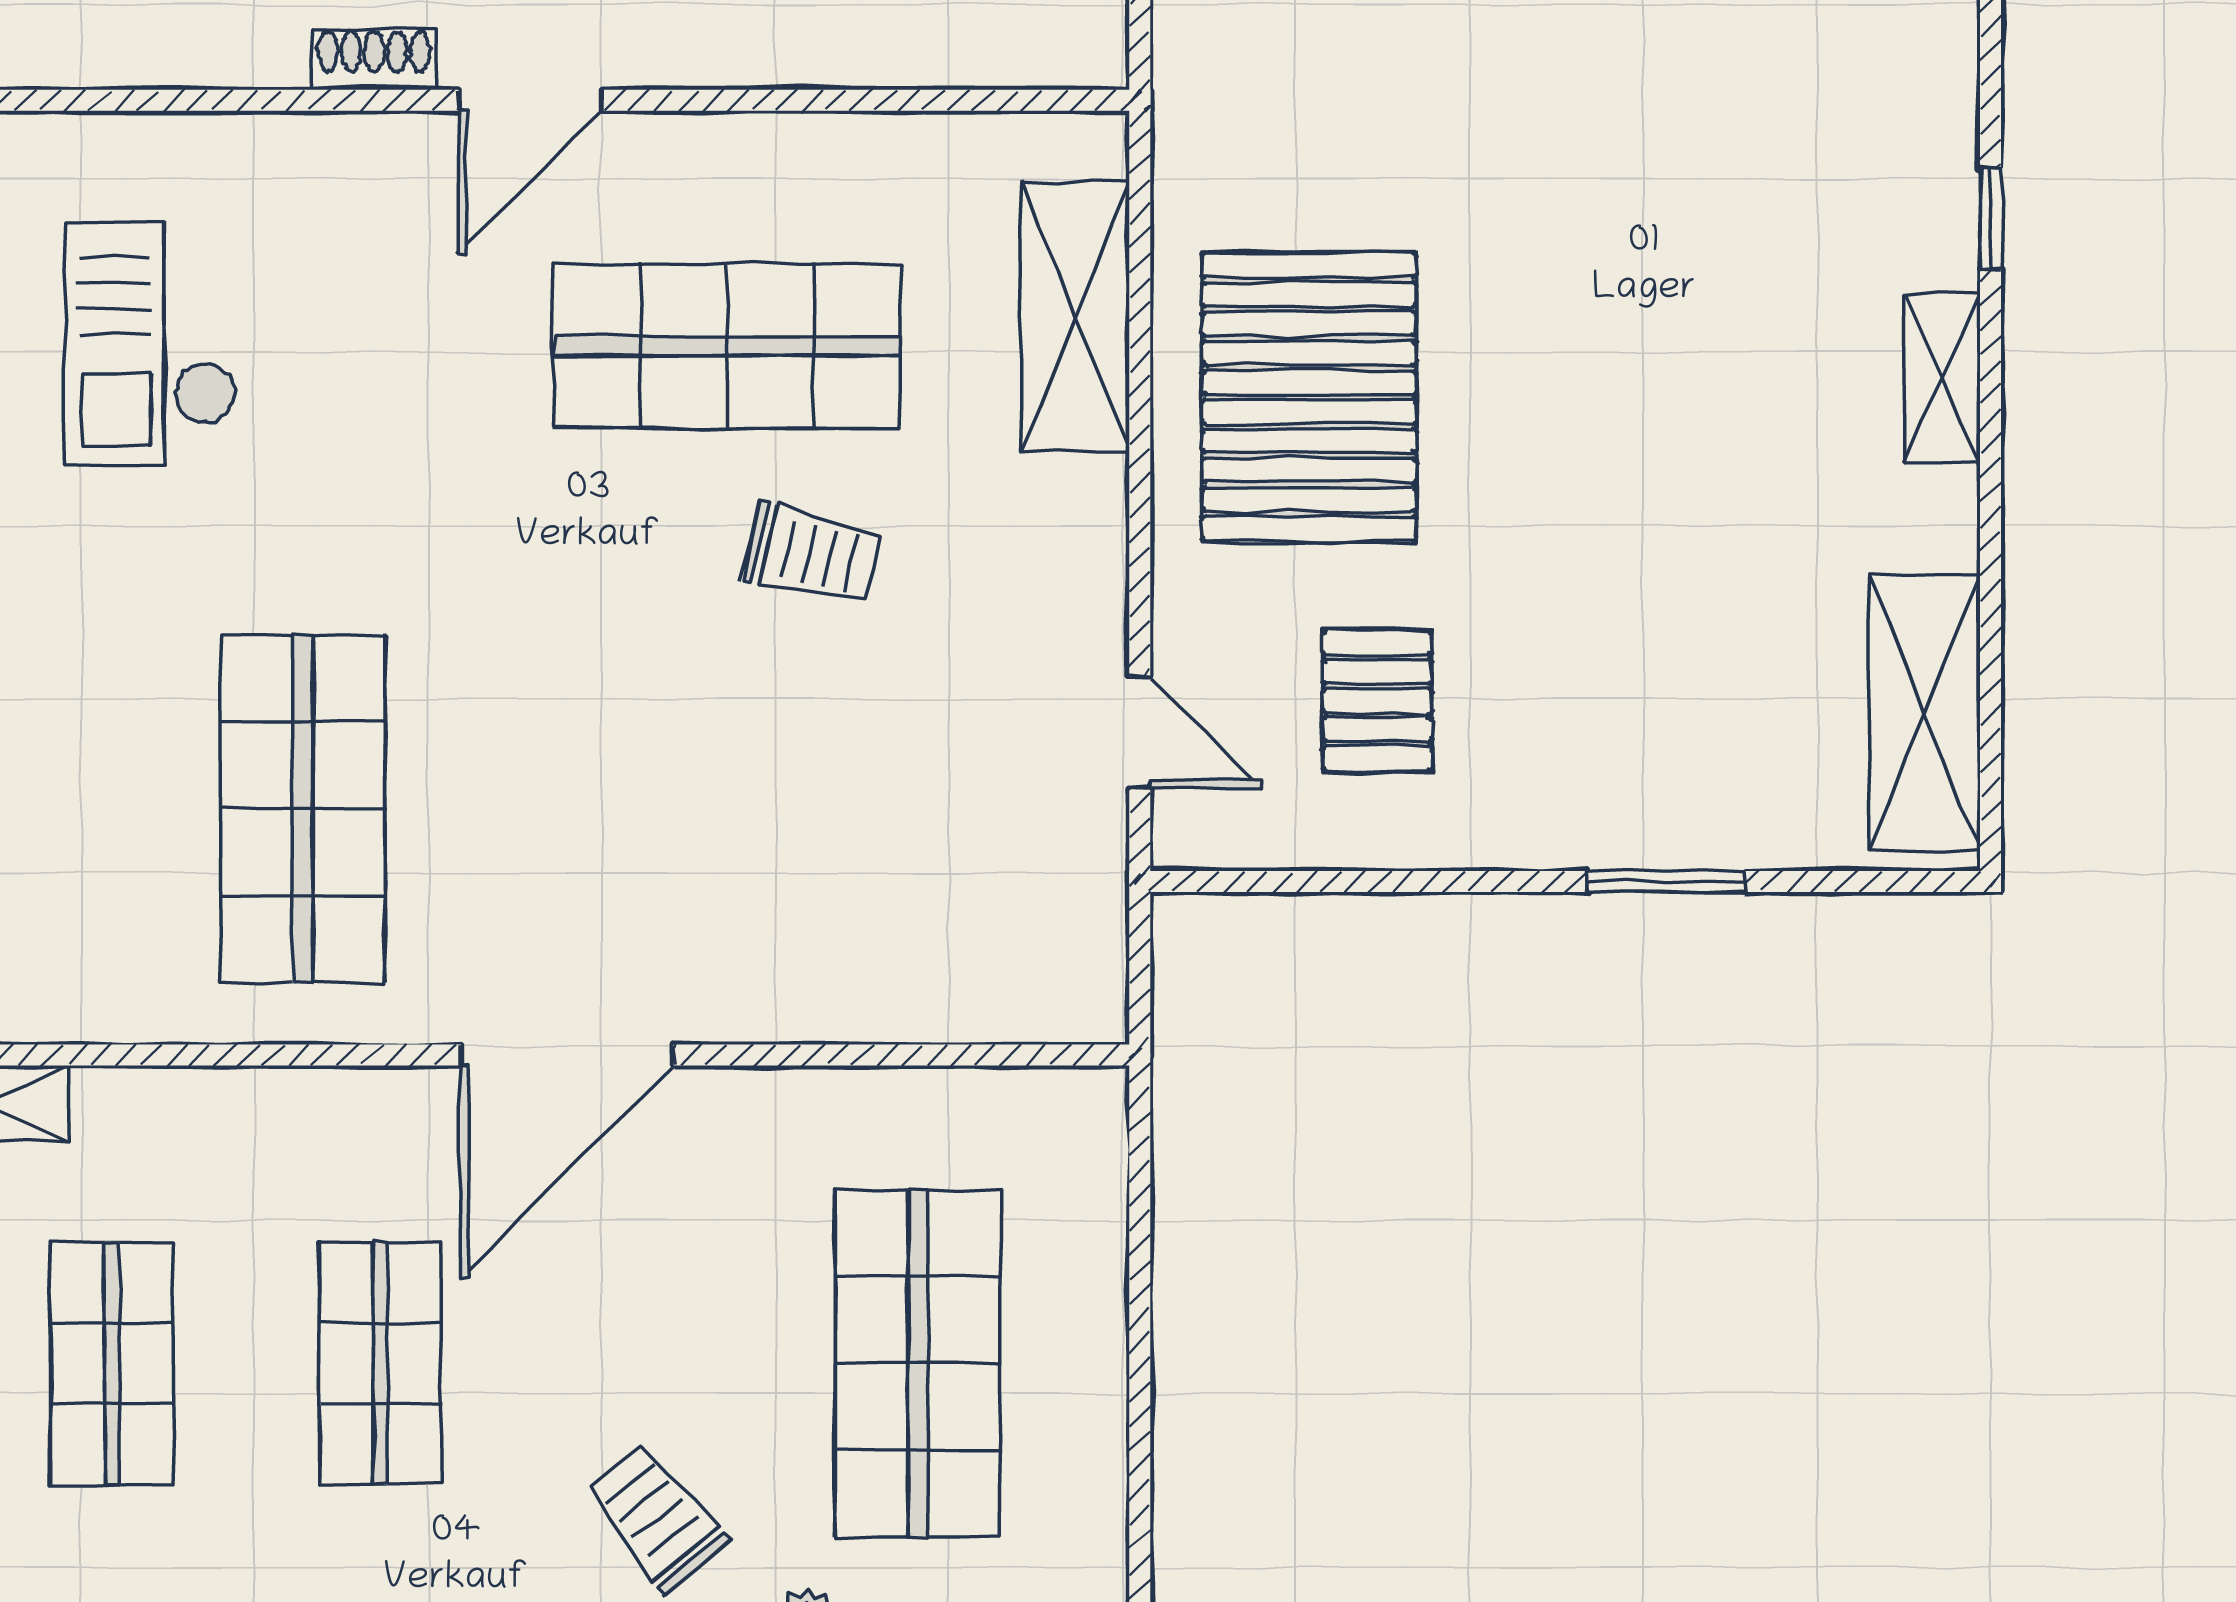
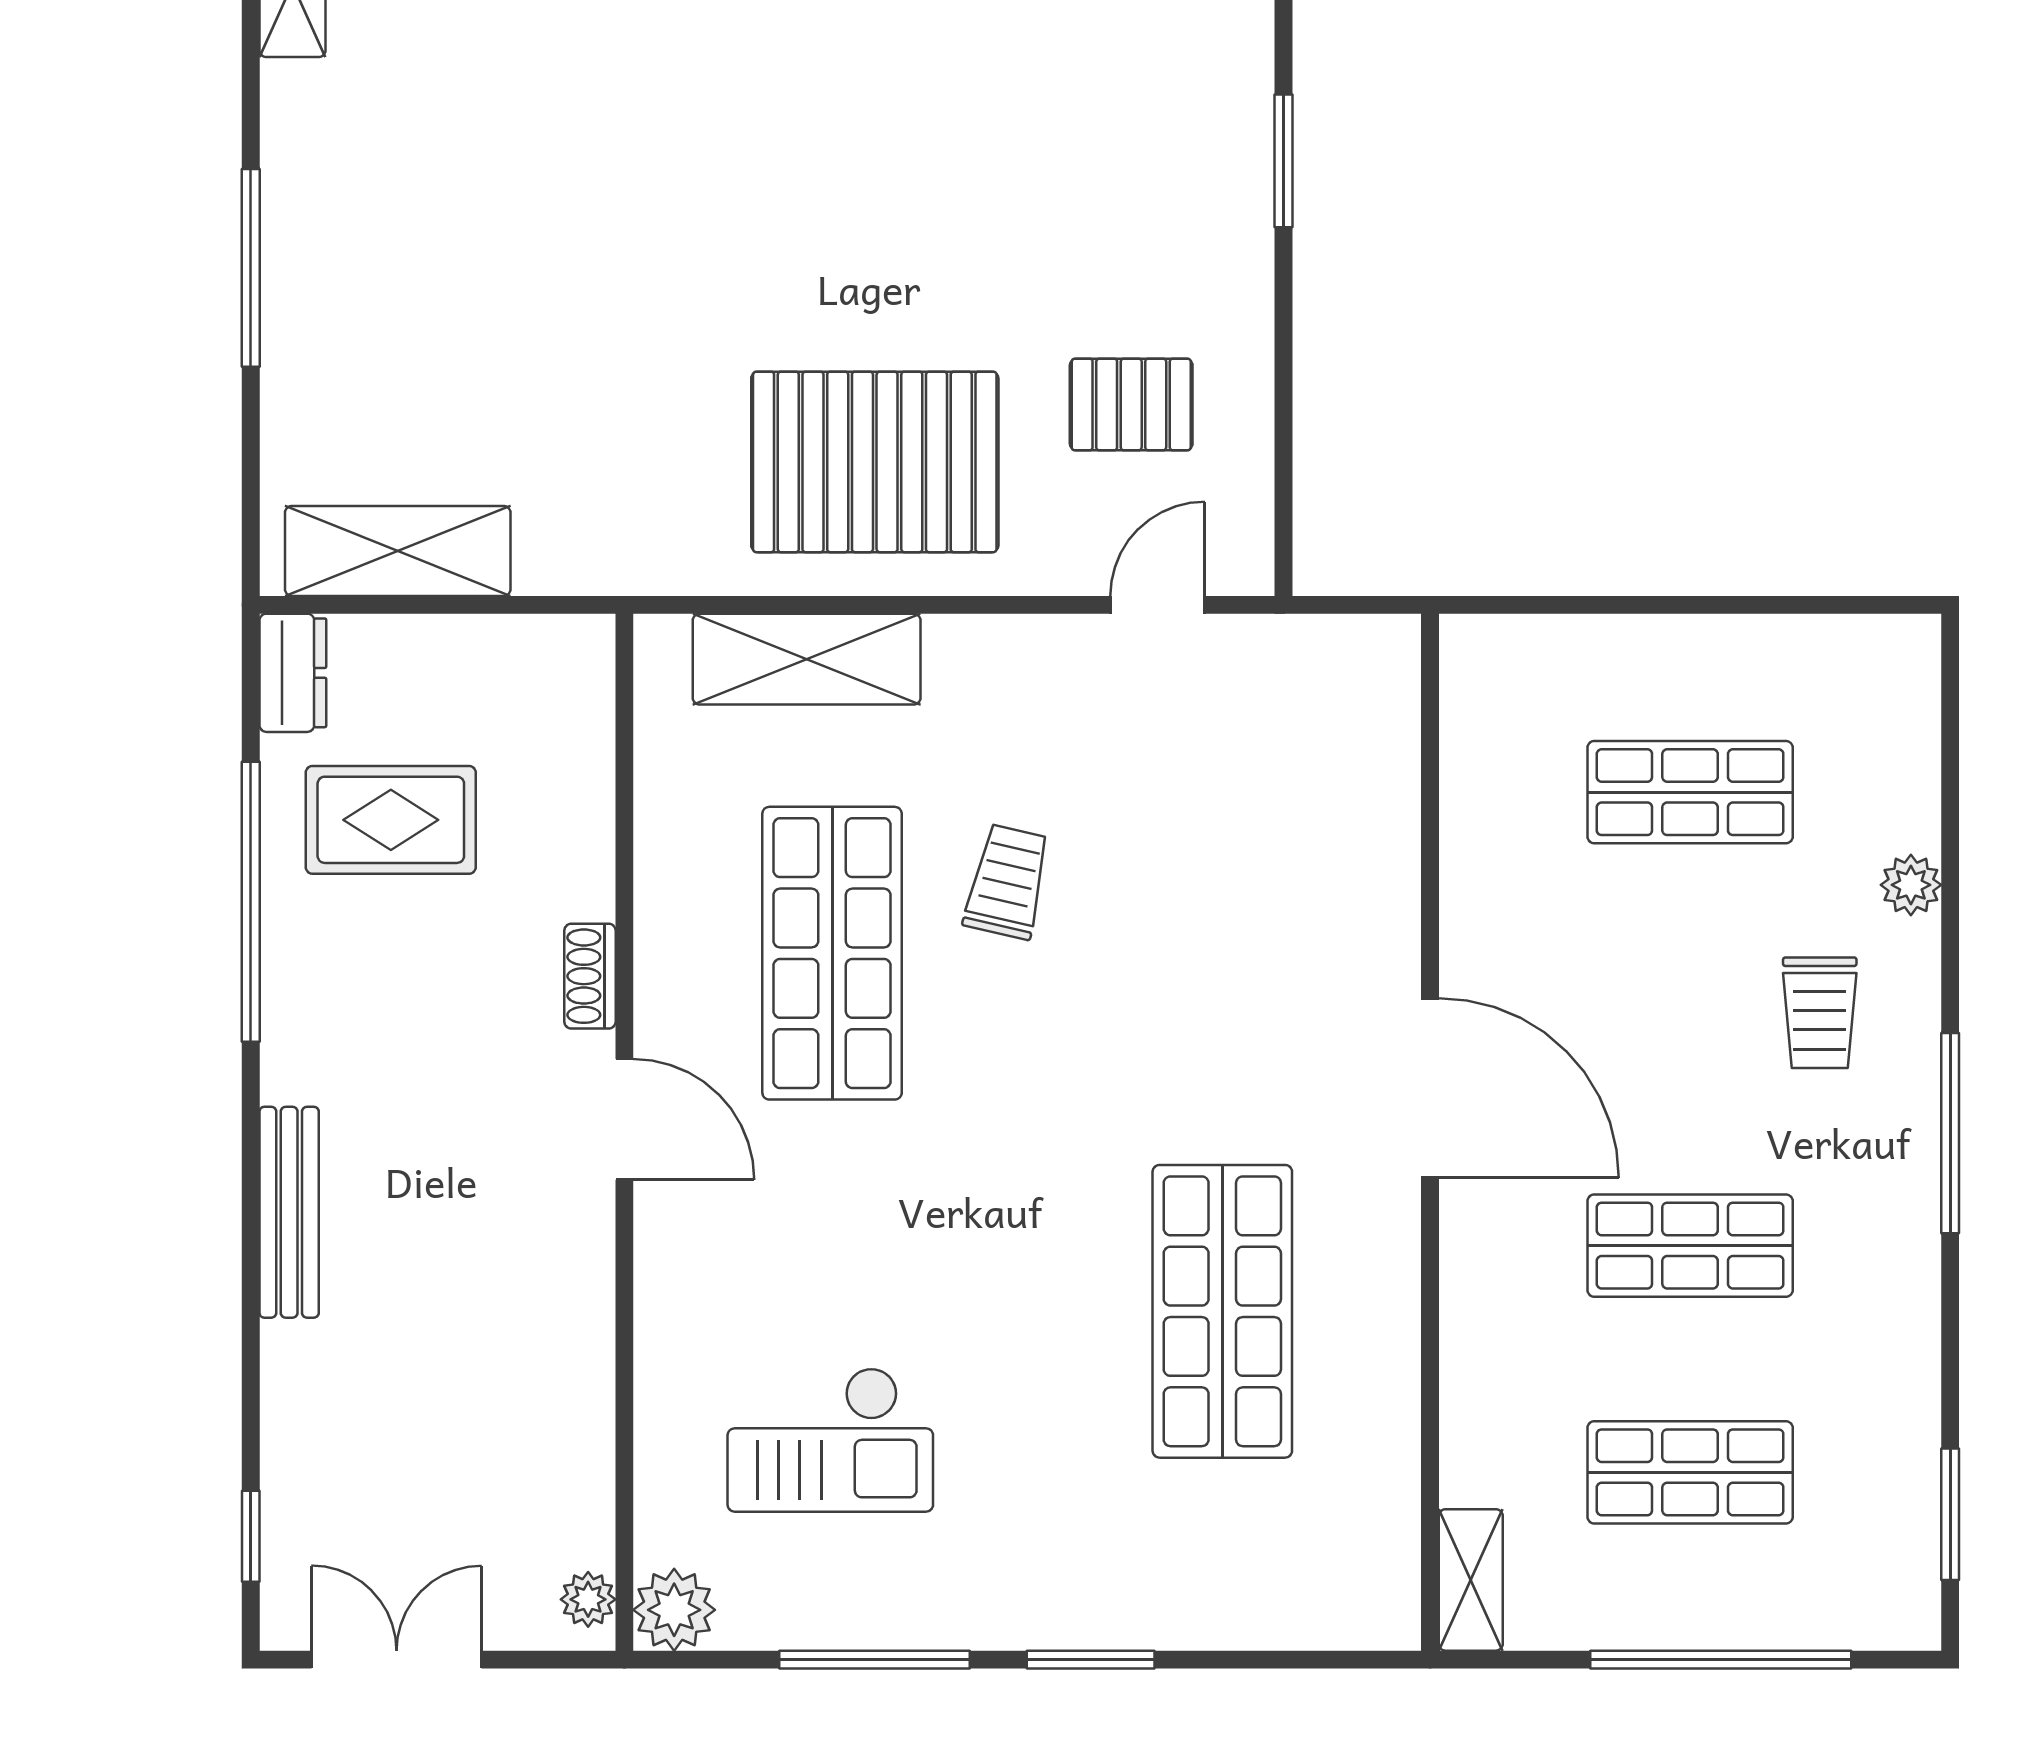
shoe rack: (374, 59) -> (590, 976), moved
shop shelf: (303, 809) -> (1222, 1311), turned 90
shop shelf: (918, 1363) -> (1690, 792), width x0.70, depth x0.74
trolley: (656, 1517) -> (1820, 1013), turned -51

